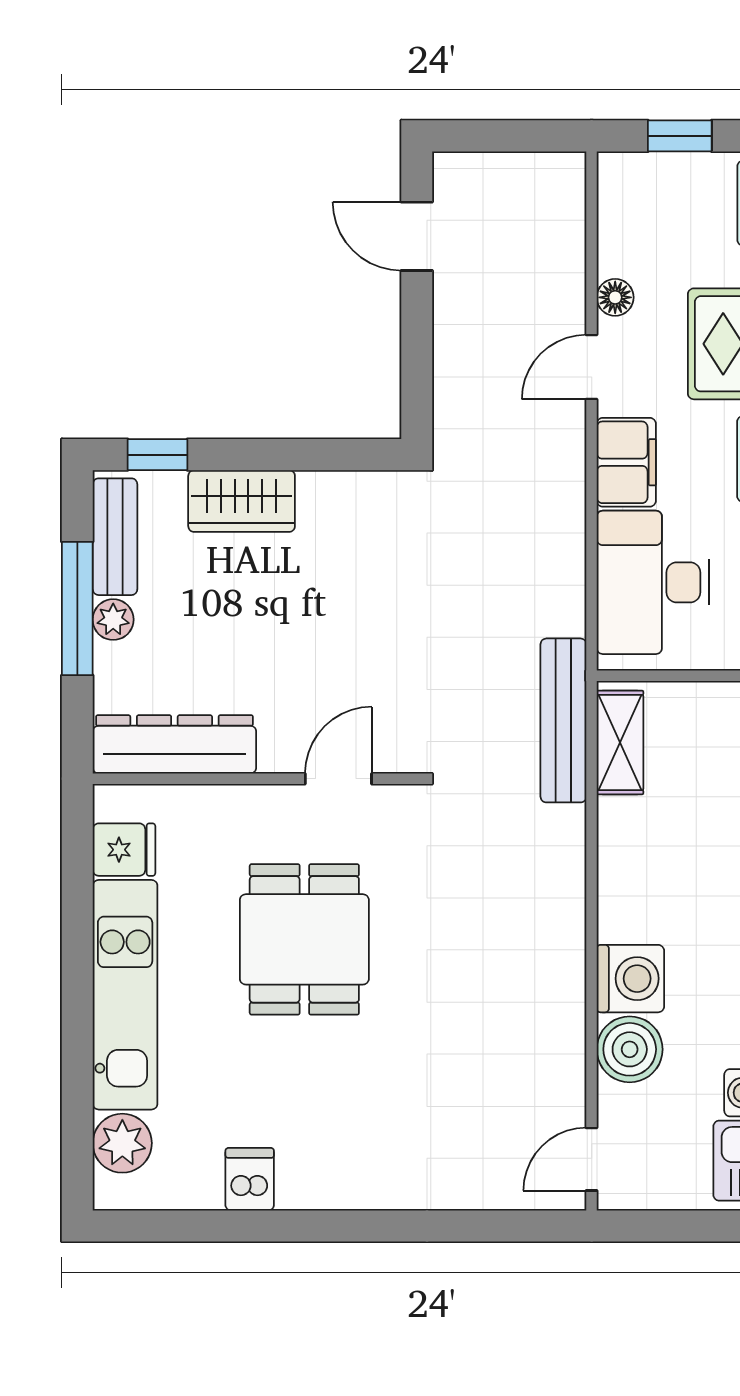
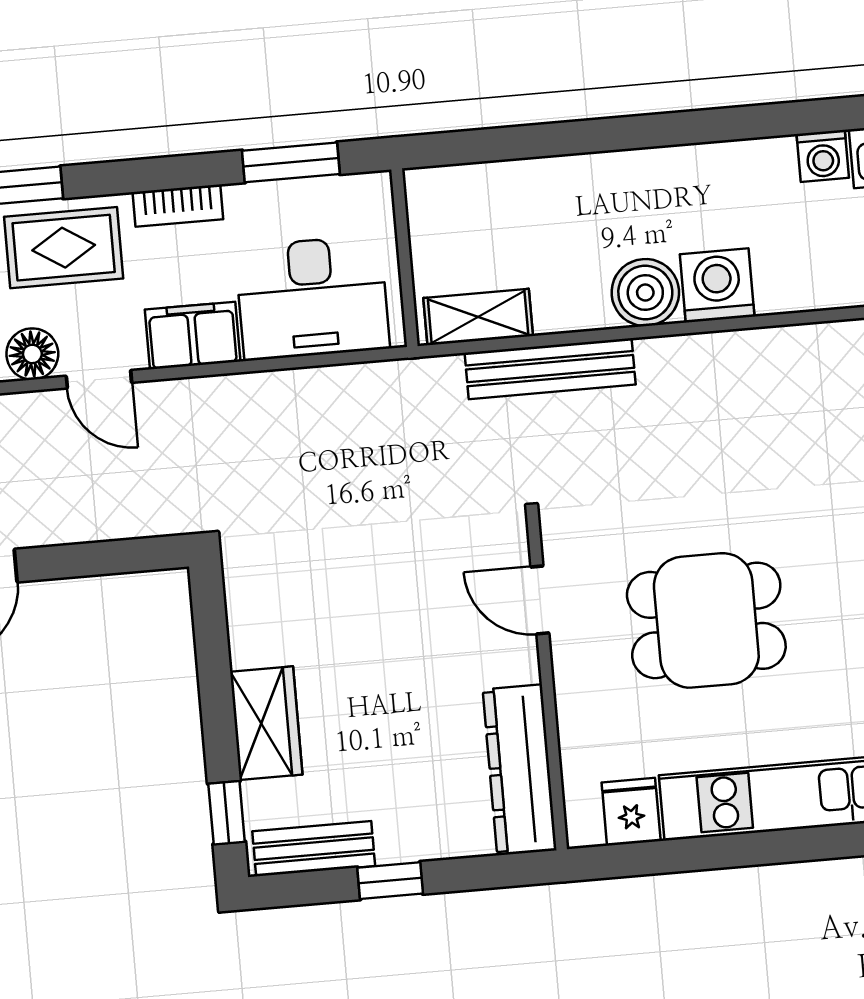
floor lamp: (615, 297) -> (32, 354), width x1.37, depth x1.37
window: (77, 609) -> (390, 881), width x0.46
plant: (113, 620) -> (398, 843), removed
bench: (563, 720) -> (550, 369), moved
boiler: (630, 1049) -> (645, 293), moved

